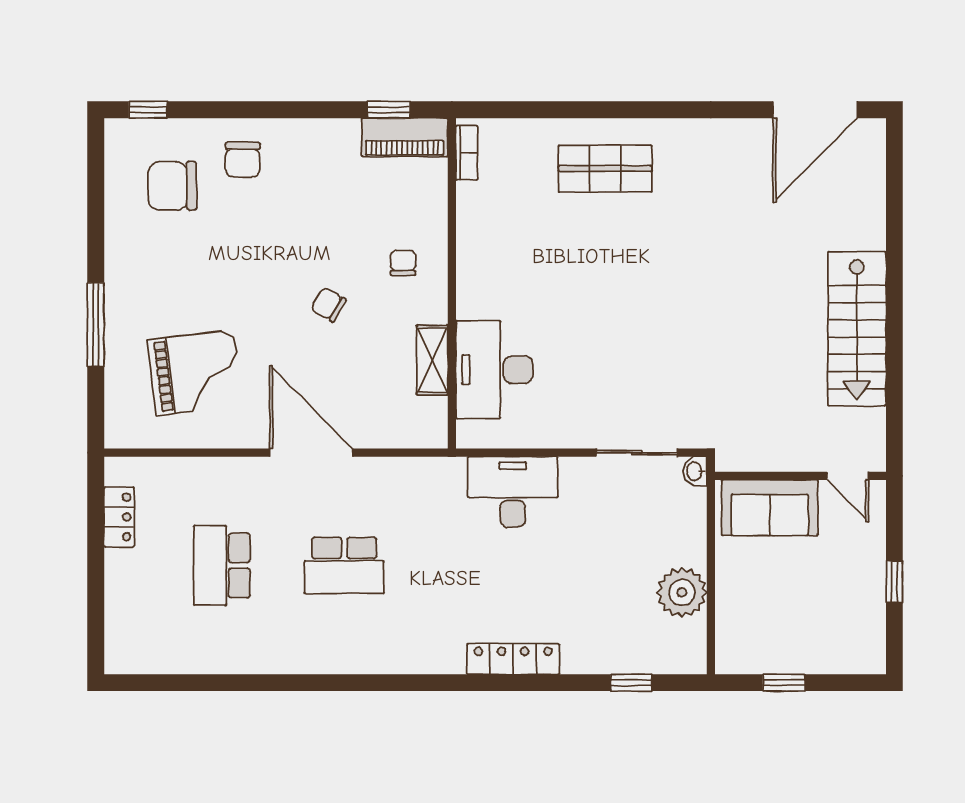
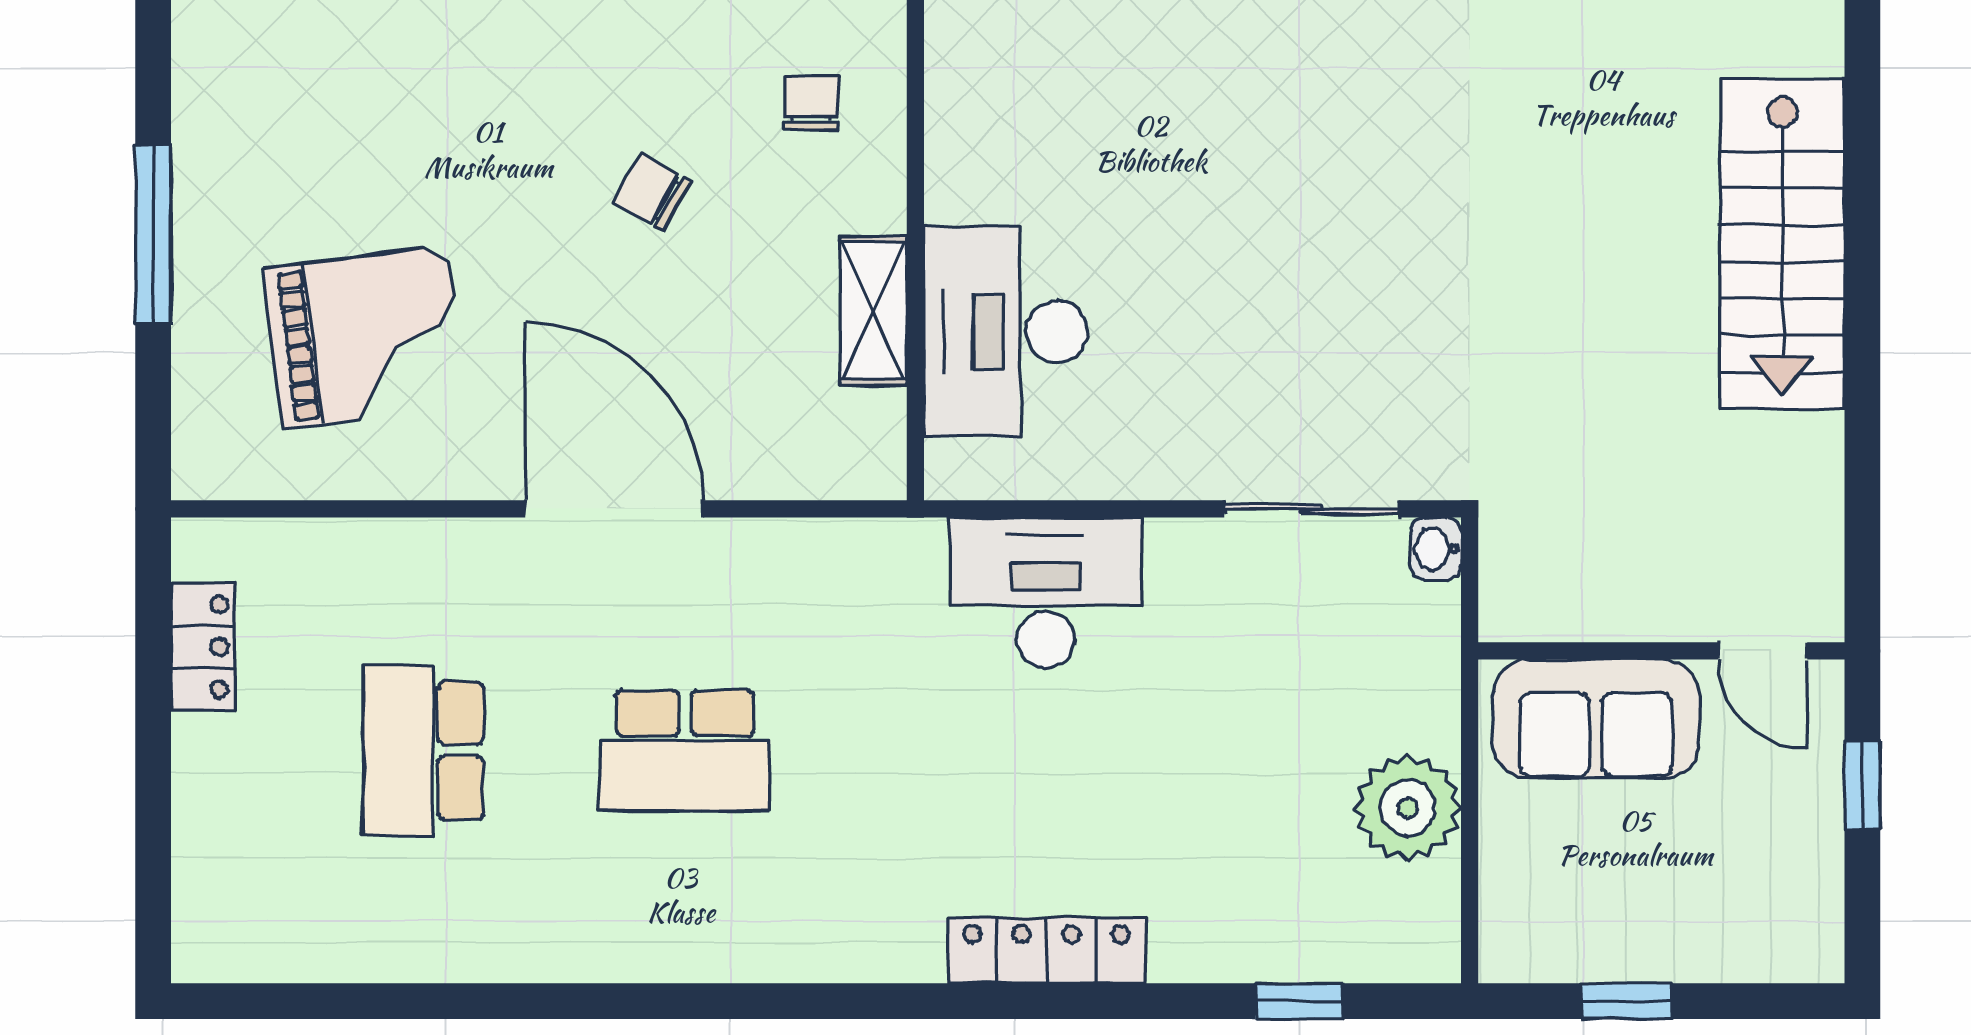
wall: (800, 476) -> (1661, 651), moved
door: (848, 476) -> (1763, 651), moved
sofa: (770, 508) -> (1596, 719), moved

